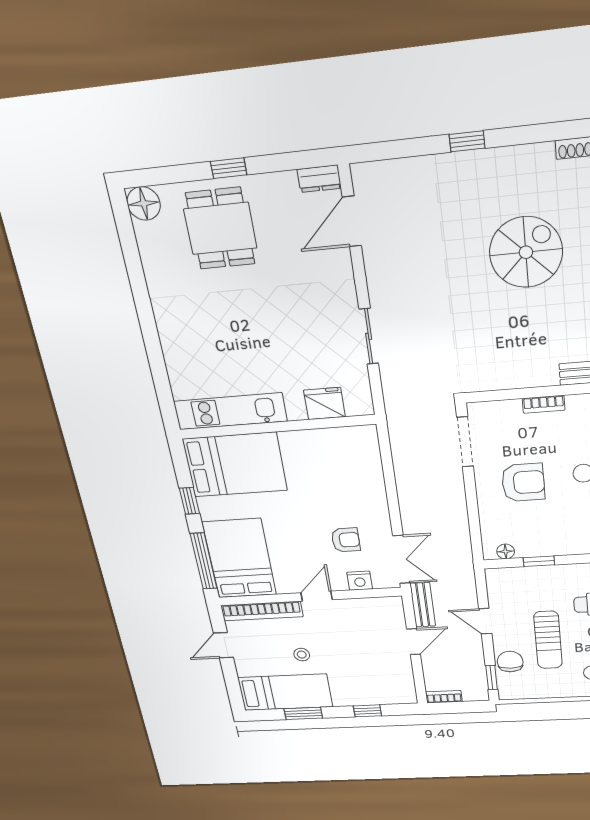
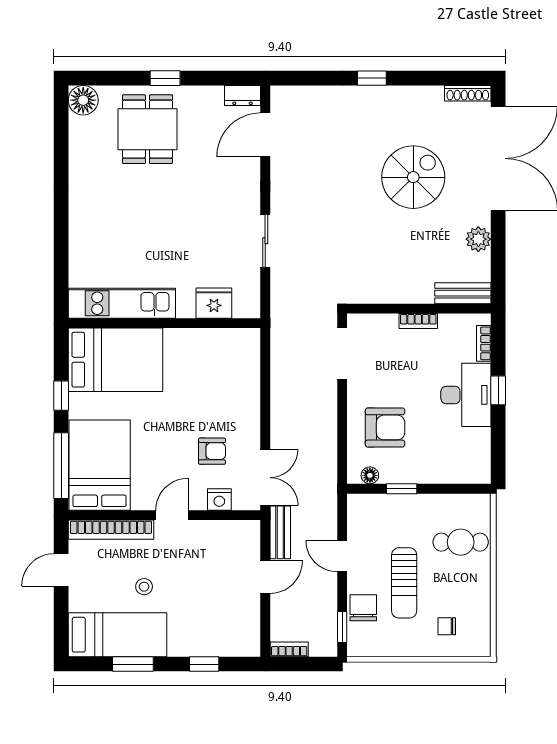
armchair: (523, 482) -> (385, 427), moved

